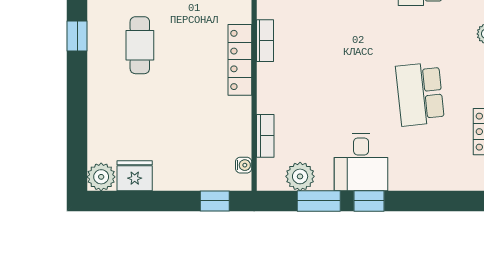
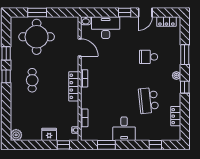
fridge: (135, 176) -> (49, 134), moved
plant: (300, 176) -> (99, 135), removed
window: (369, 201) -> (155, 145), moved

